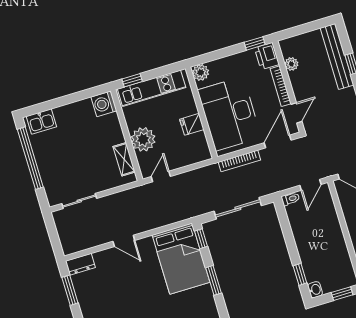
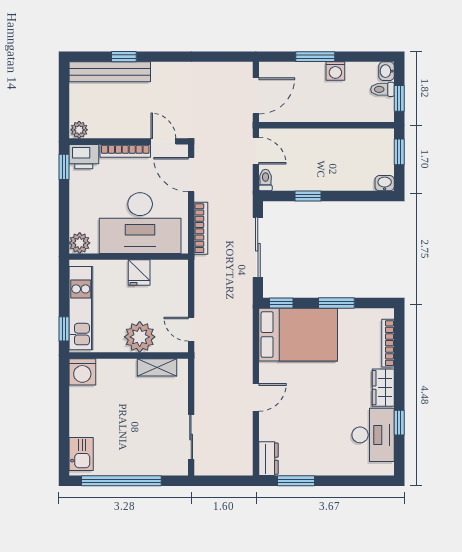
plant: (291, 64) -> (79, 130), moved
window: (300, 274) -> (308, 196), moved

